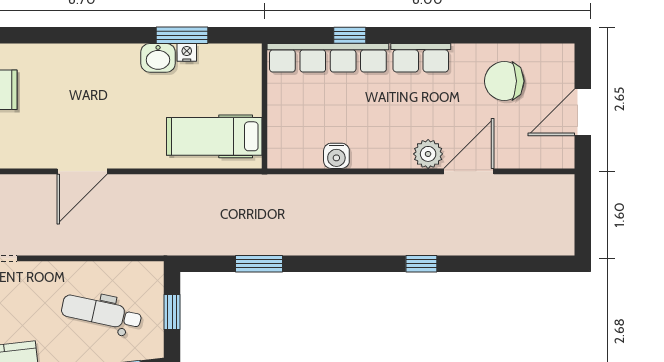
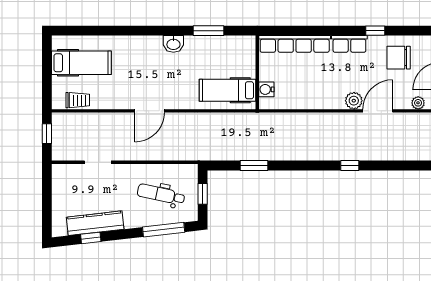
window: (350, 35) -> (375, 31), moved
nightstand: (187, 52) -> (211, 41), removed
washbasin: (158, 58) -> (173, 44), moved
water cooler: (336, 156) -> (266, 89), moved, turned 90
plant: (537, 158) -> (418, 103), added

